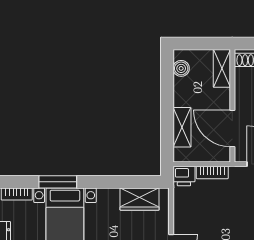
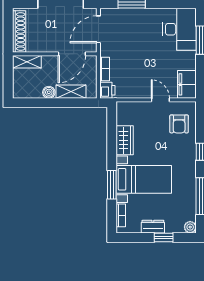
boiler: (181, 68) -> (49, 92), moved
wardrobe: (140, 199) -> (125, 140), moved

